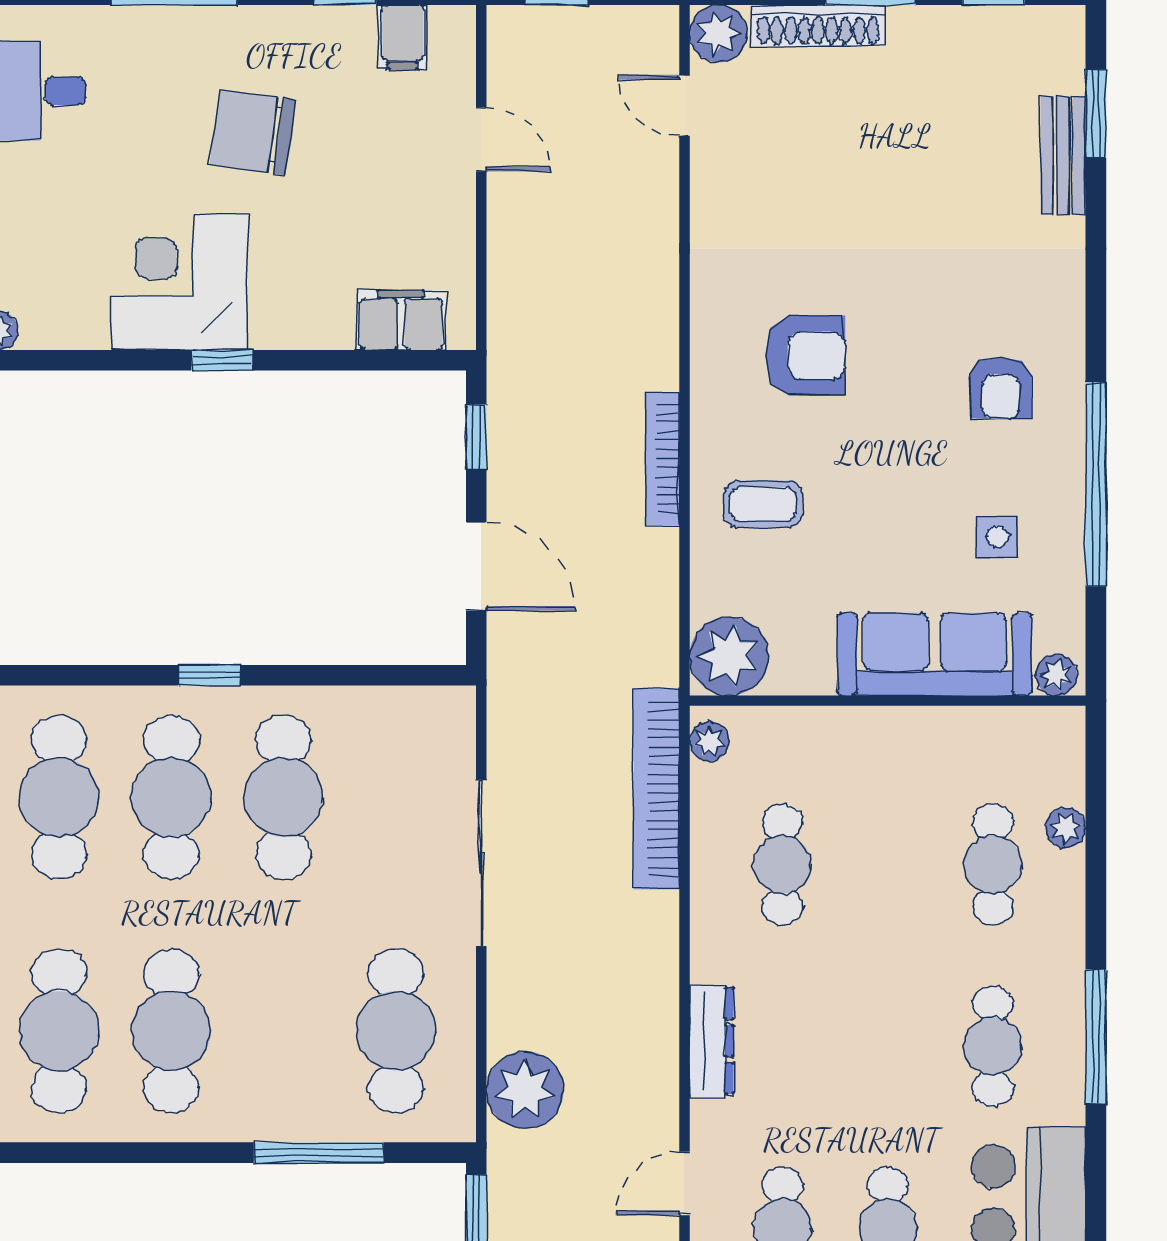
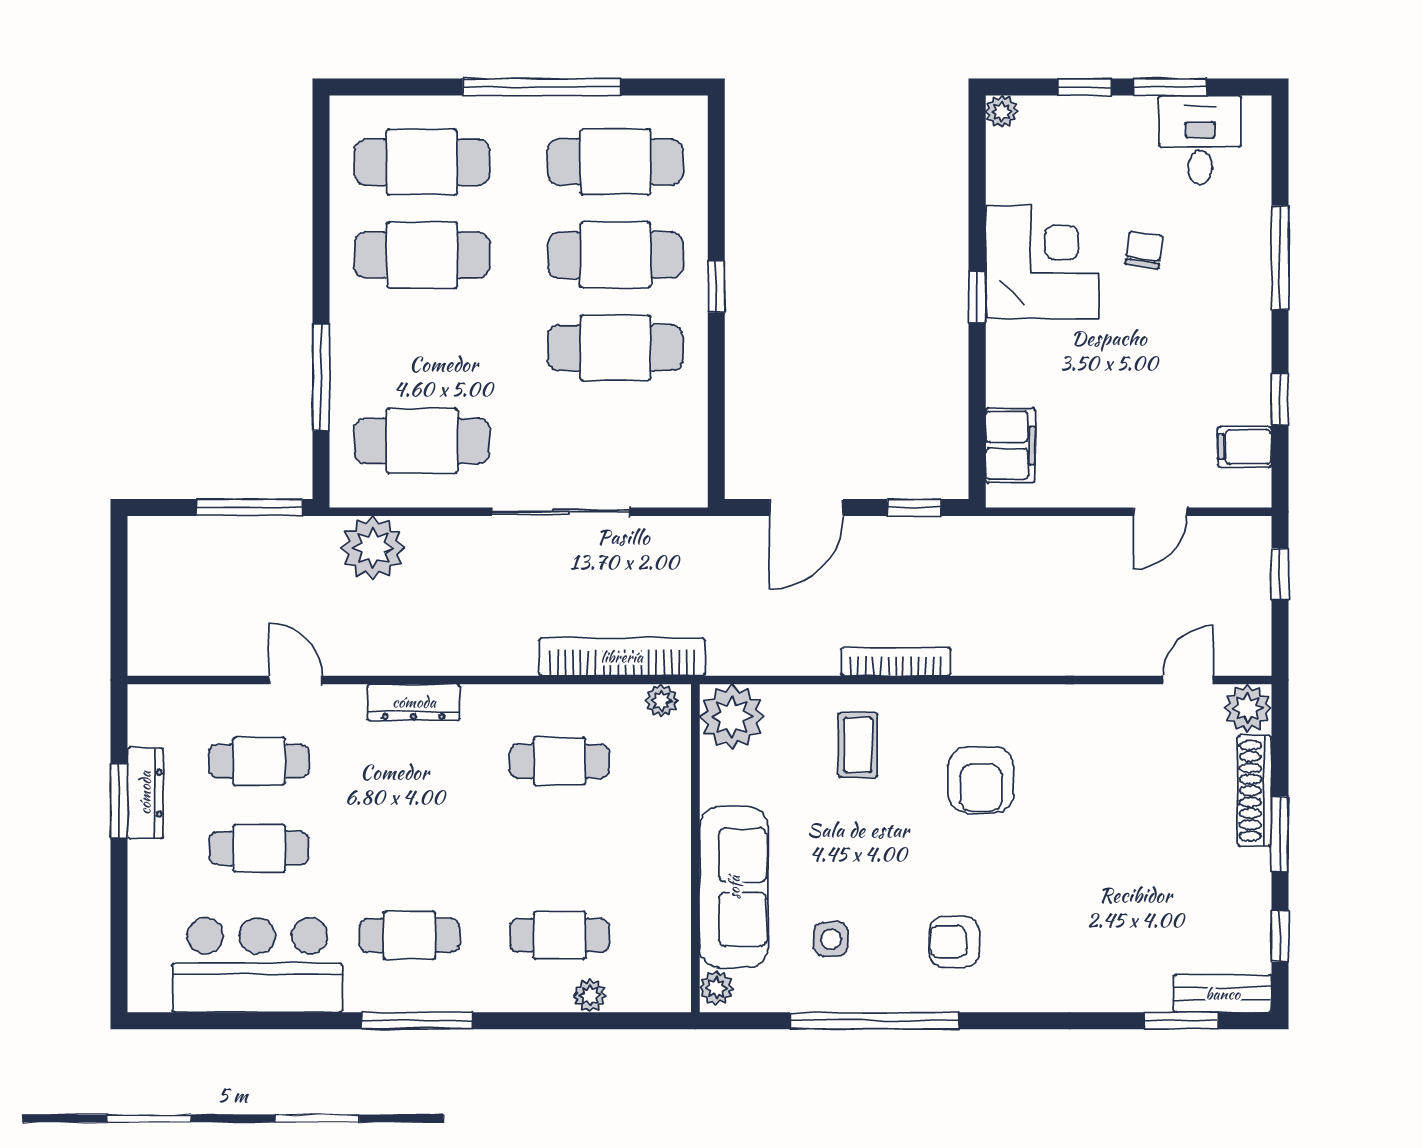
chair: (253, 132) -> (1144, 250), moved, width x0.54, depth x0.54
bench: (1063, 155) -> (1223, 994), moved

